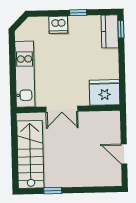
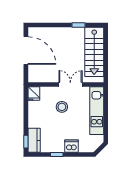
stool: (73, 78) -> (62, 107), added
fridge: (105, 92) -> (34, 93), width x0.53, depth x0.75
door: (124, 154) -> (26, 51), width x1.87

